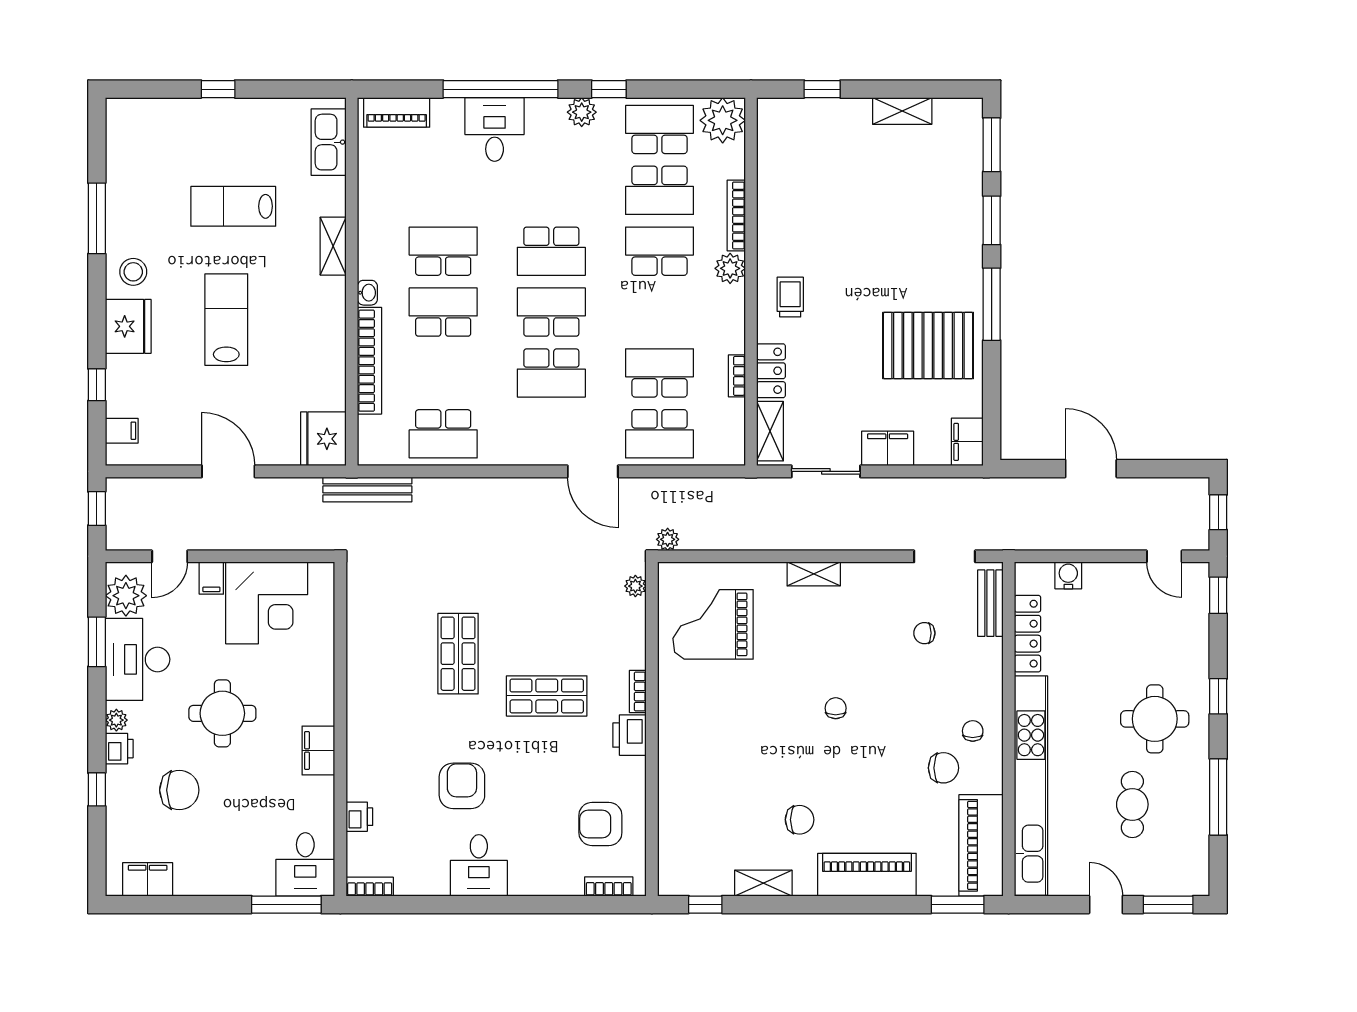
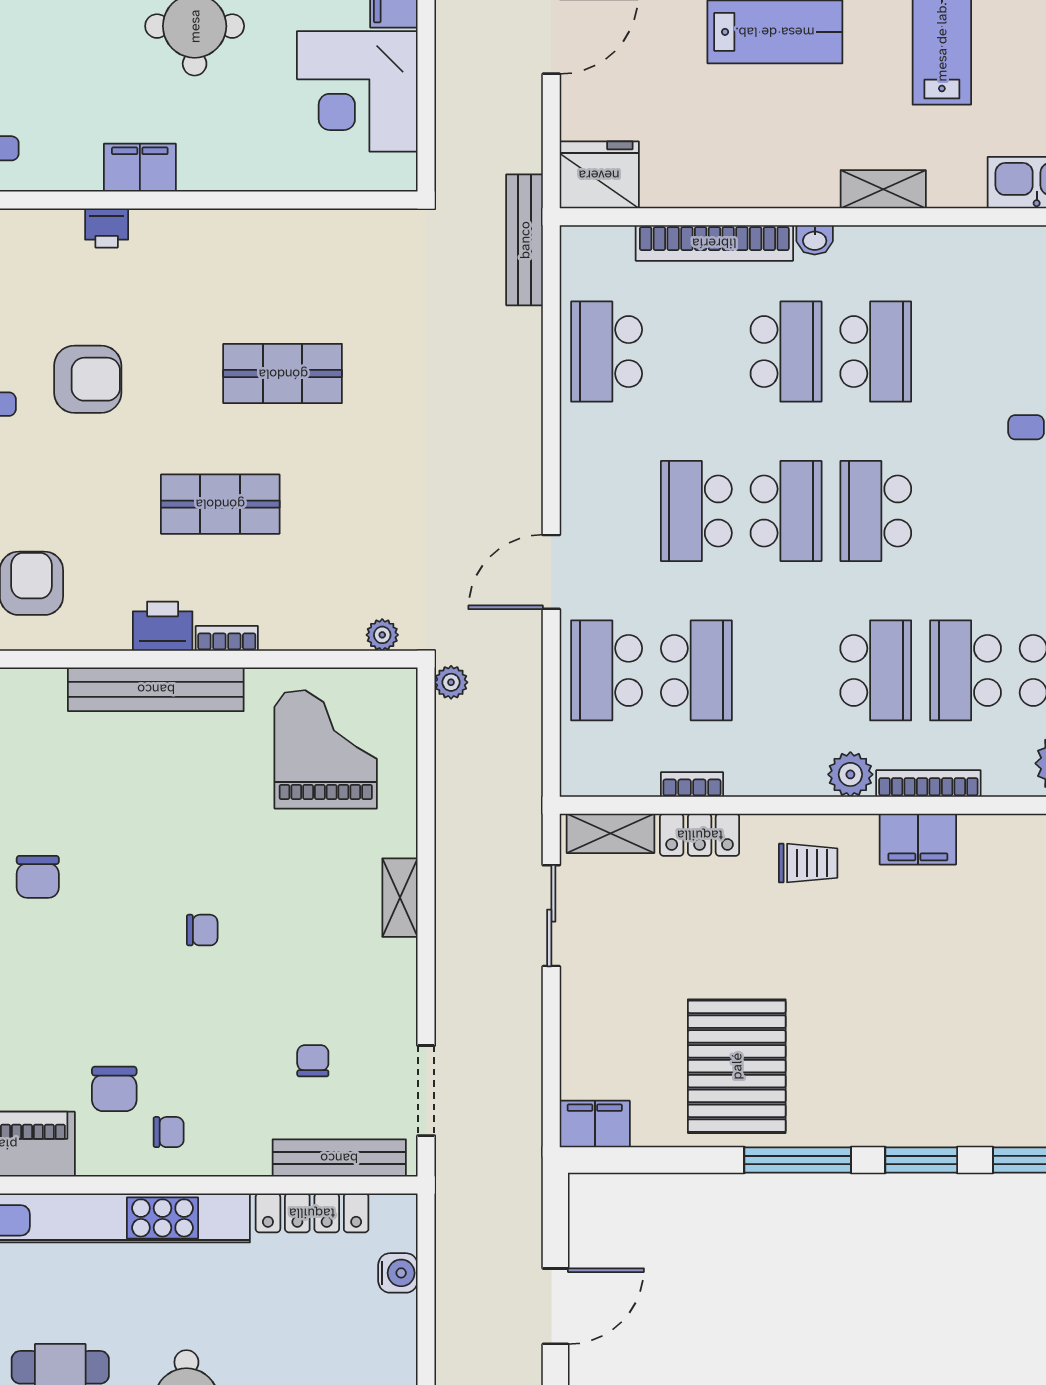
filing cabinet: (888, 448) -> (918, 839), moved, turned 90
bench: (990, 603) -> (339, 1158), width x1.36
shop shelf: (547, 696) -> (220, 504), turned 90
bench: (672, 740) -> (156, 689), added
printer: (359, 817) -> (107, 228), moved

